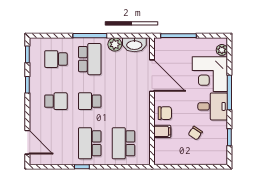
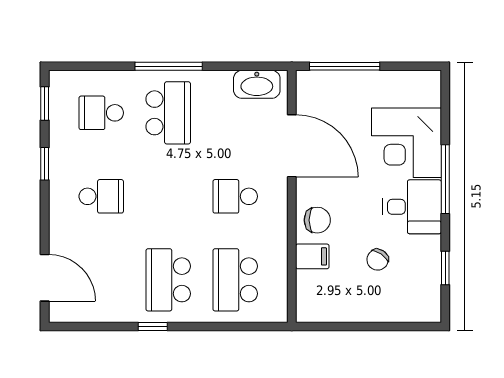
plant: (115, 44) -> (218, 84), removed
plant: (222, 50) -> (430, 95), removed
school desk: (90, 101) -> (235, 196), moved

